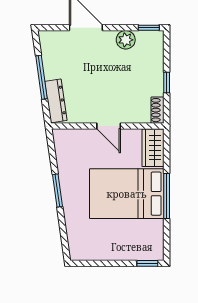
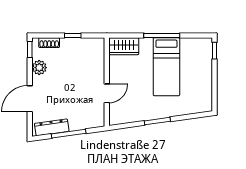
dresser: (56, 101) -> (52, 127), moved
shoe rack: (157, 110) -> (49, 43), moved
door: (109, 126) -> (107, 93), moved
bed: (127, 194) -> (166, 67), width x0.67

